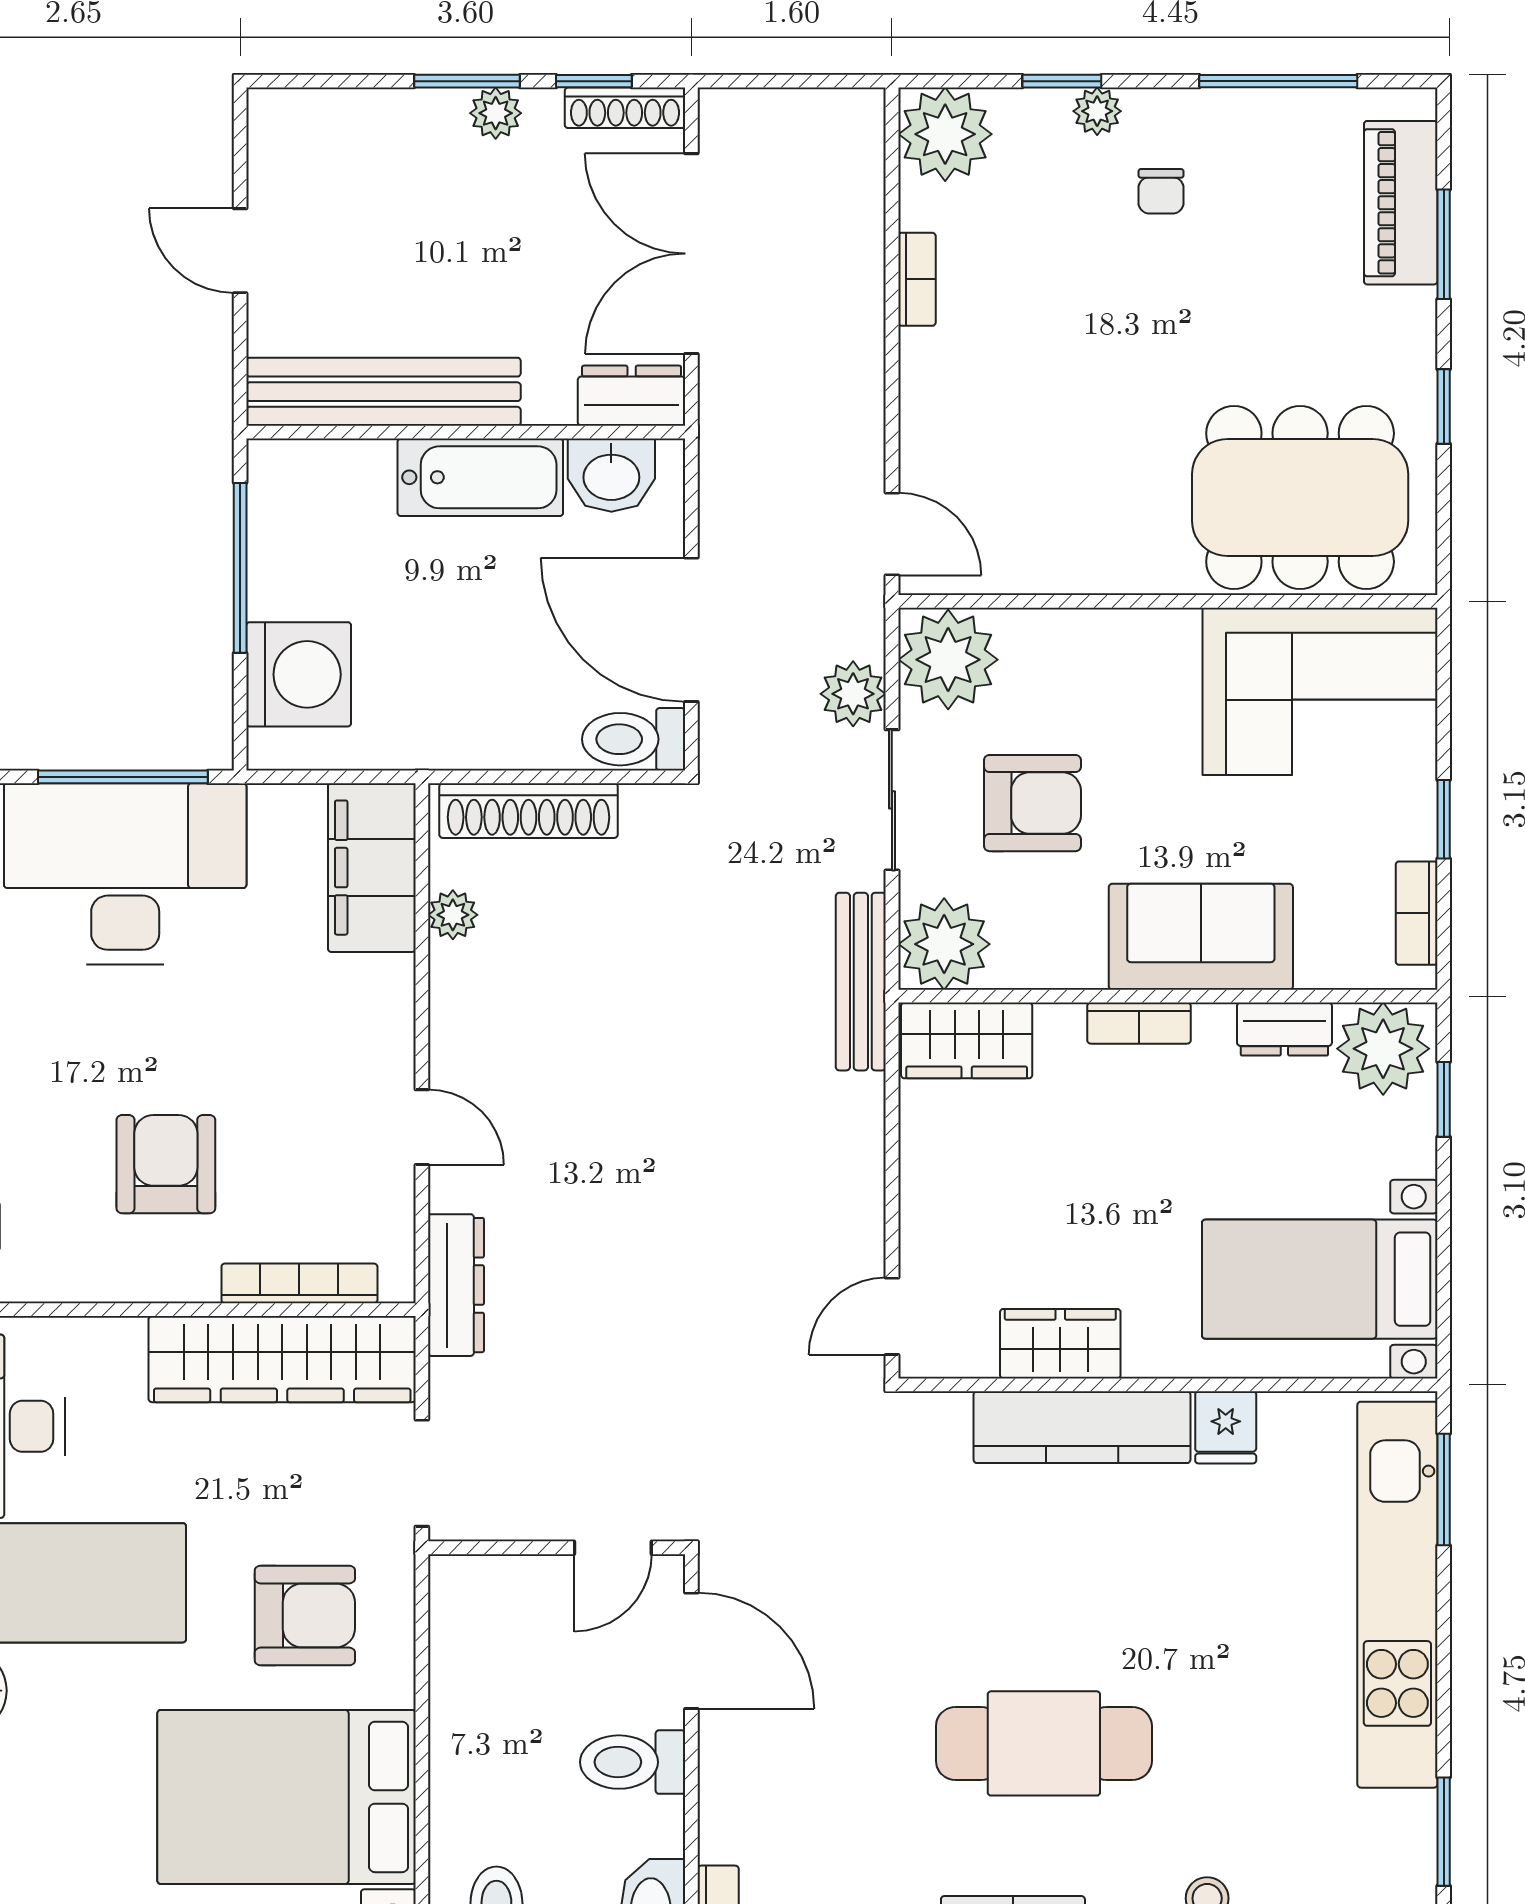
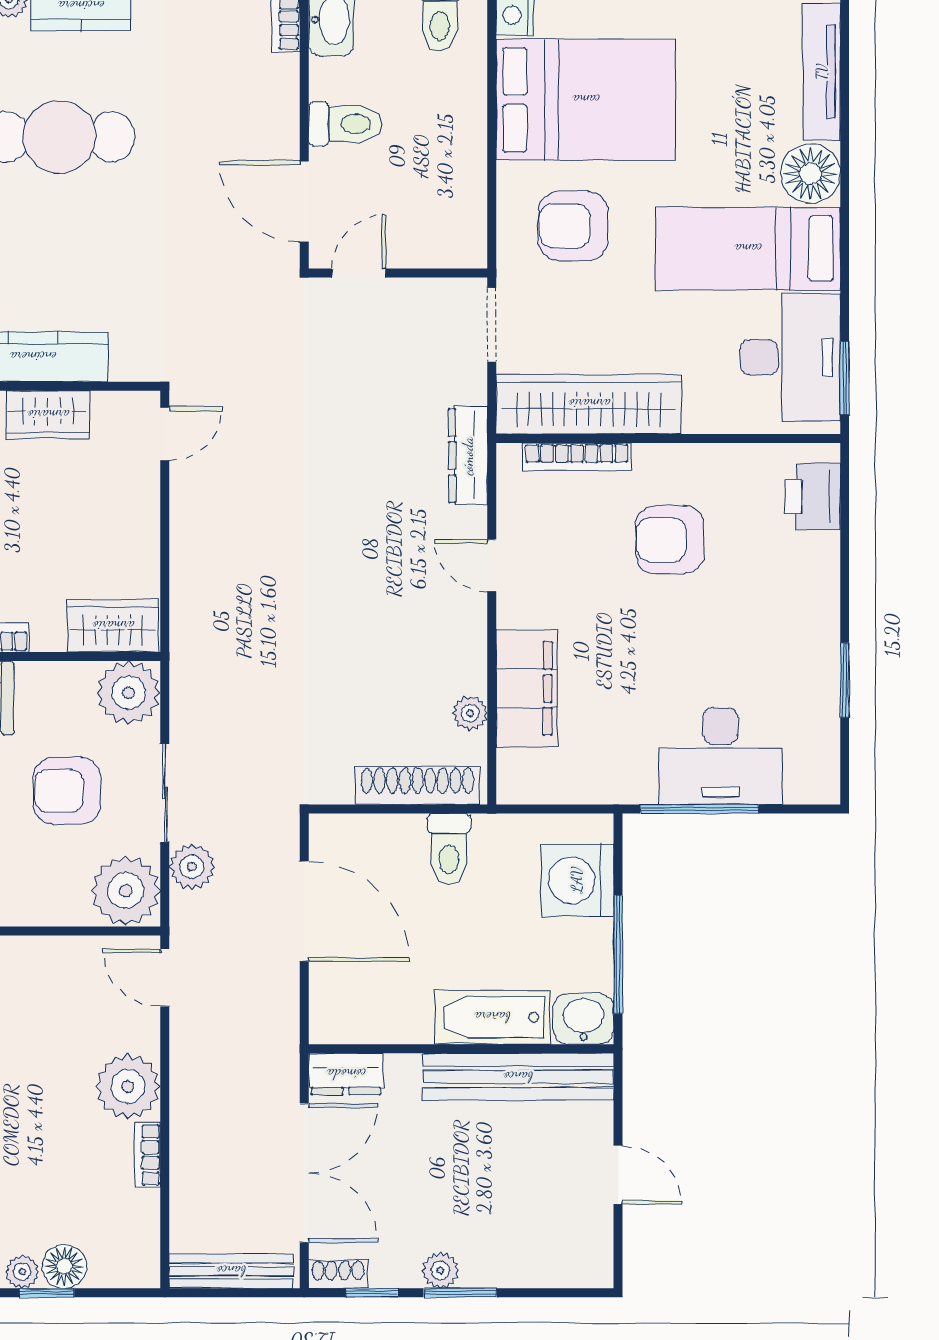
shoe rack: (625, 108) -> (338, 1274), width x0.70
floor lamp: (1037, 119) -> (64, 1266), added
plant: (945, 134) -> (128, 1086), moved
washbasin: (611, 475) -> (583, 1019), moved
bathtub: (480, 477) -> (492, 1017), moved
toilet: (634, 739) -> (449, 849), moved, turned 90
filing cabinet: (372, 868) -> (526, 688), moved
desk: (125, 874) -> (720, 756), width x0.73, depth x0.77
bench: (861, 982) -> (231, 1271), moved, turned 90
armchair: (166, 1164) -> (670, 540), turned 90

